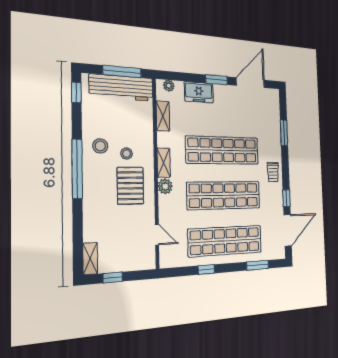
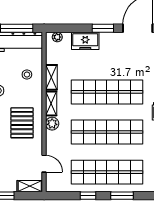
shelving: (163, 116) -> (51, 77), moved
stool: (127, 154) -> (27, 75), moved
shelving: (141, 263) -> (30, 186), added
window: (258, 265) -> (122, 196), moved

